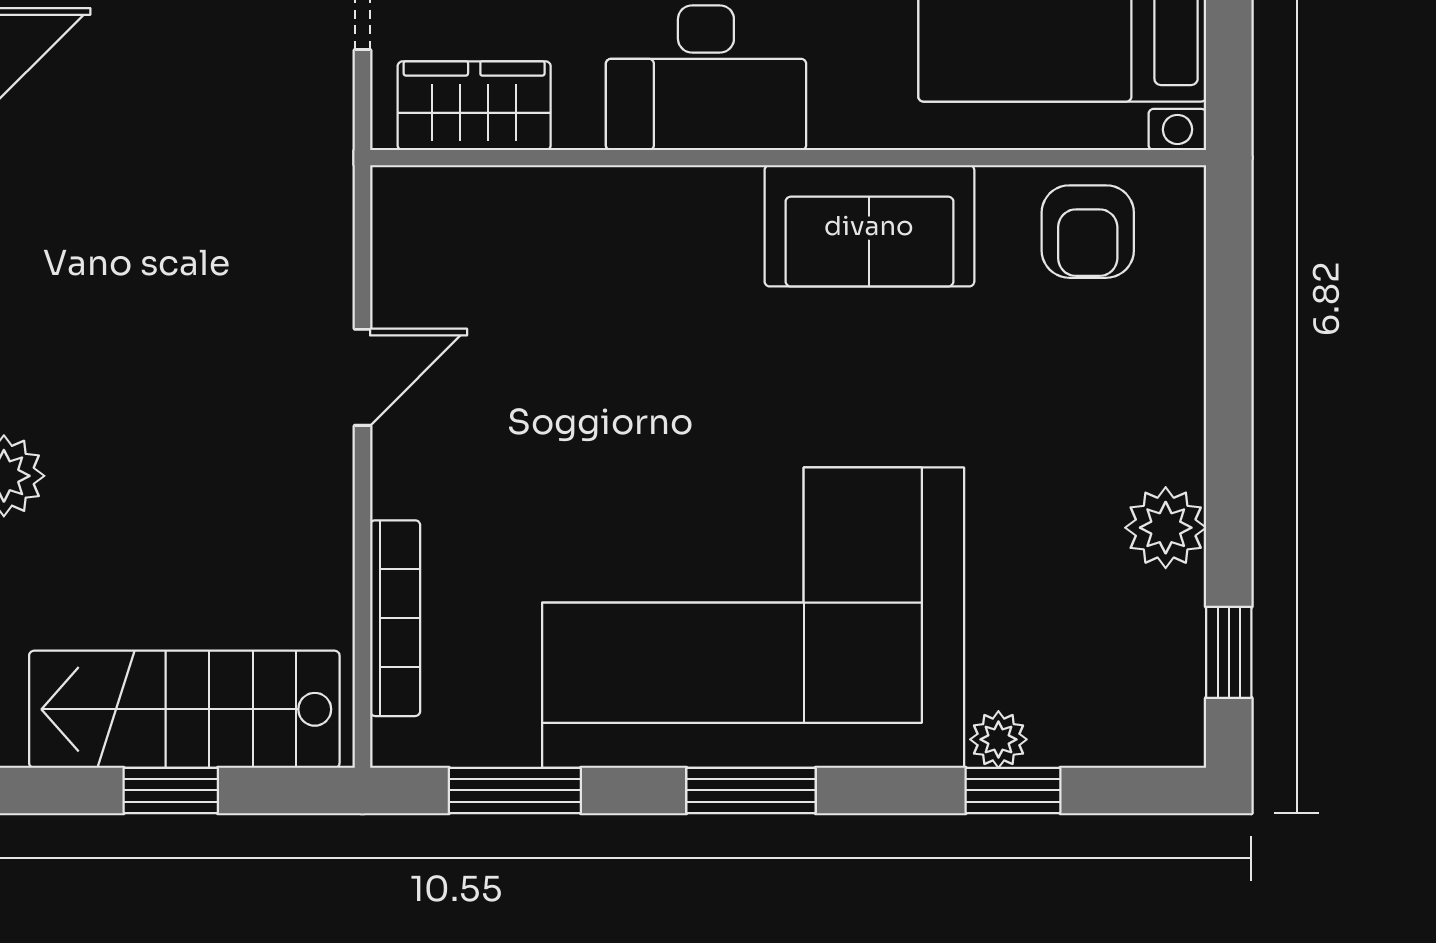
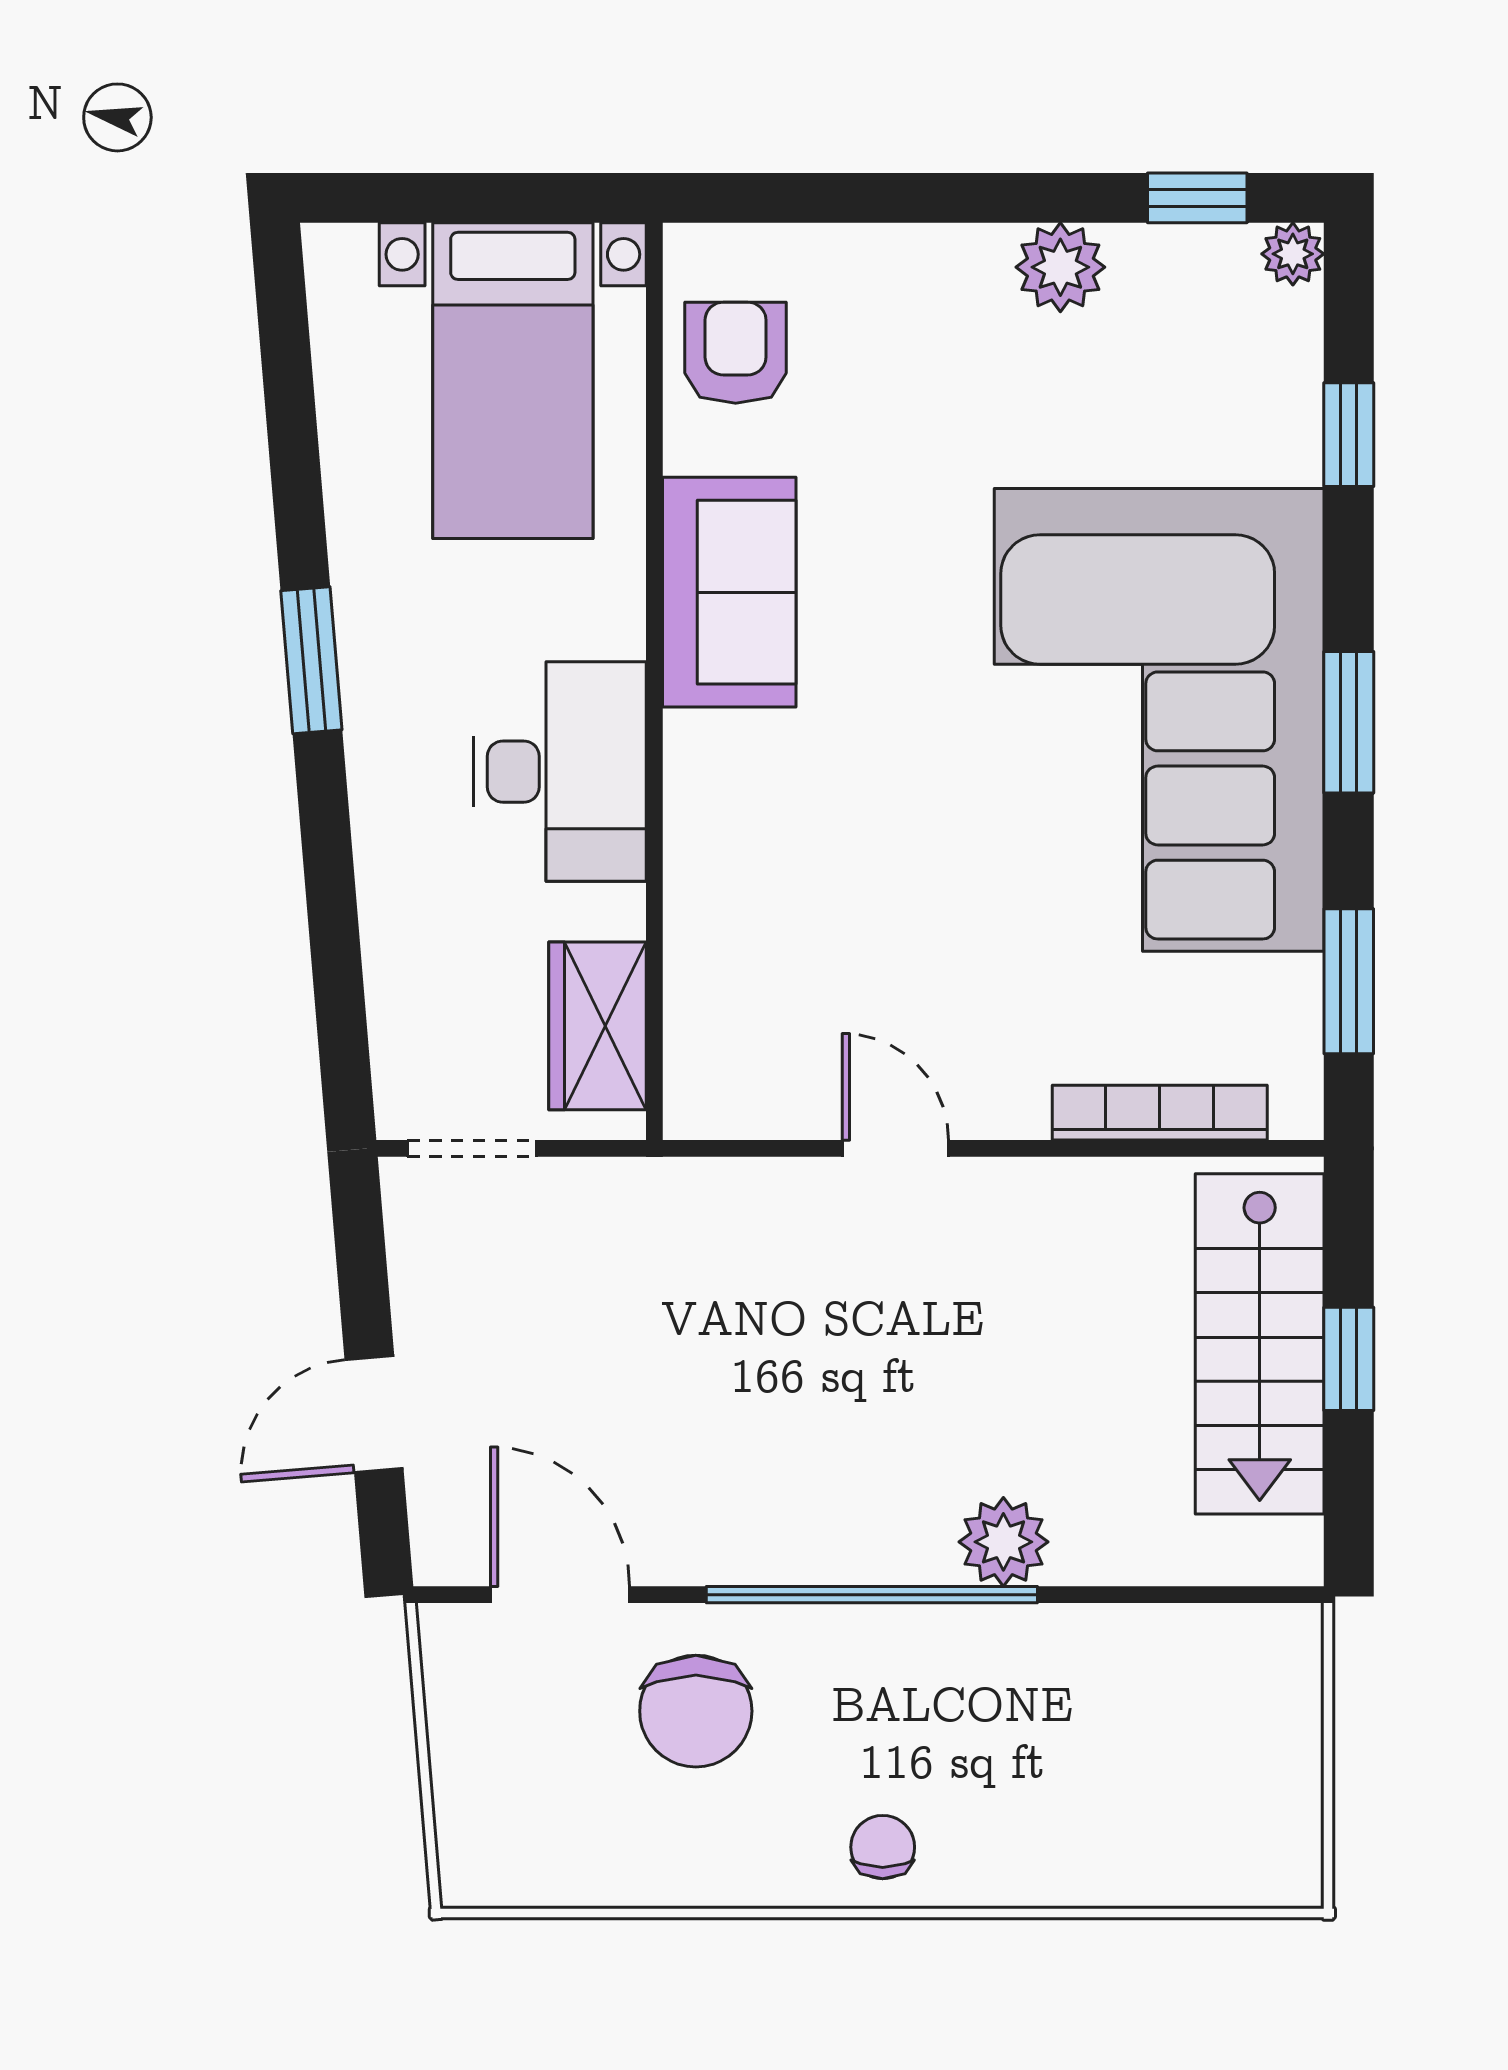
armchair: (1088, 232) -> (736, 353), turned -90
plant: (998, 739) -> (1293, 254), moved

